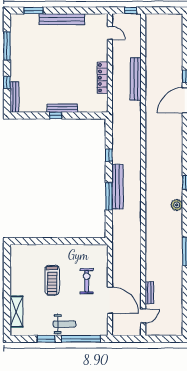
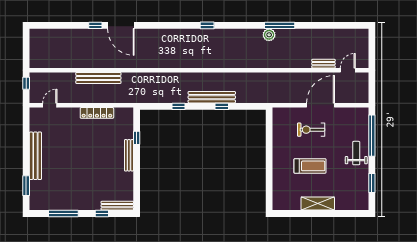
window: (56, 115) -> (137, 138), moved
window: (109, 196) -> (222, 106), width x0.46
plant: (177, 205) -> (269, 35), moved
door: (110, 300) -> (321, 105), moved
shelving: (16, 312) -> (318, 204), moved
door: (143, 316) -> (348, 70), hinge flipped
window: (46, 339) -> (372, 183), moved

